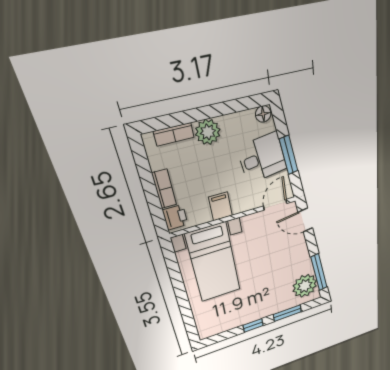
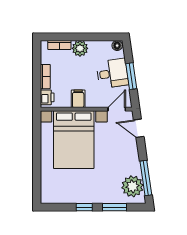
bed with nightstands: (214, 263) -> (74, 140), width x1.36

